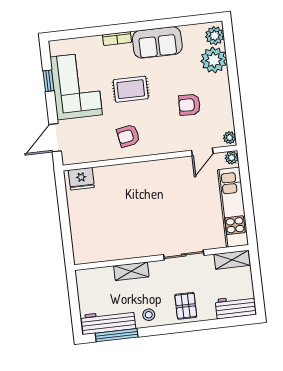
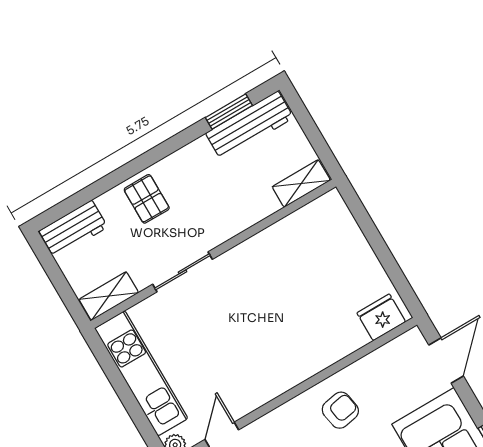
shelving: (131, 271) -> (301, 183), moved
stool: (149, 315) -> (195, 162), removed
window: (117, 335) -> (229, 112), width x0.69

